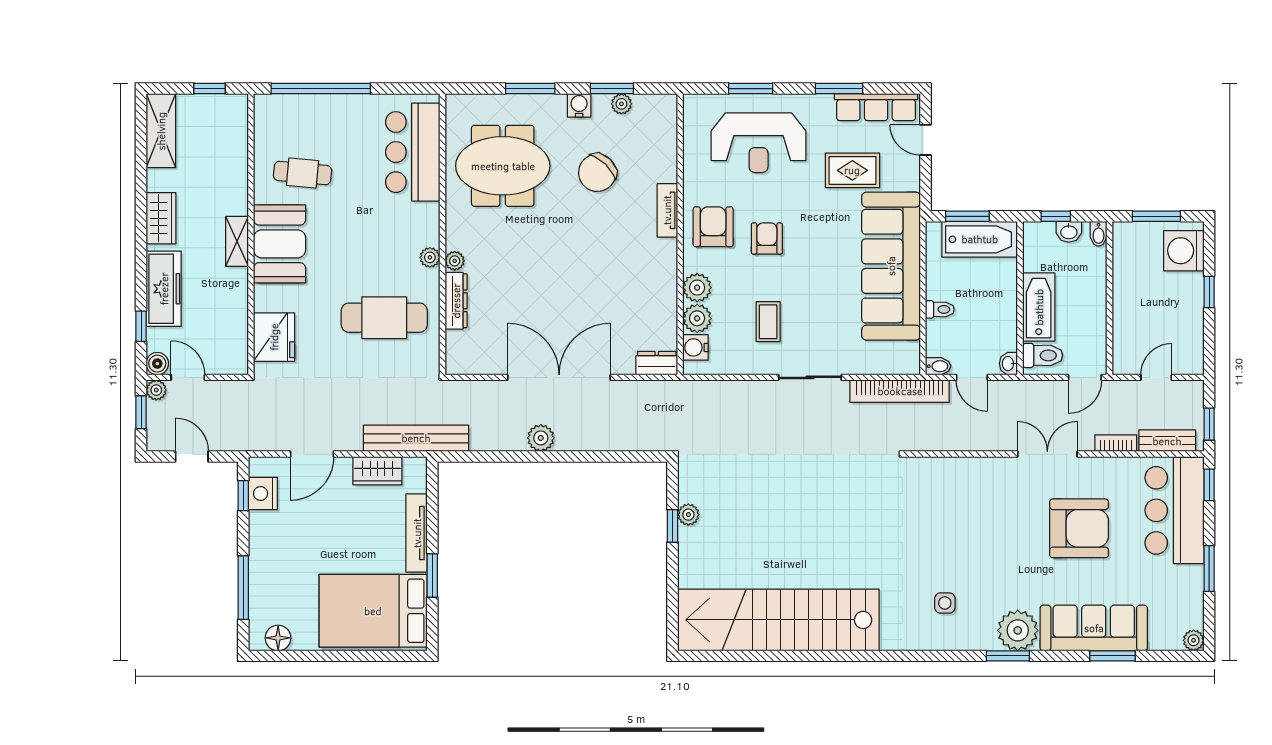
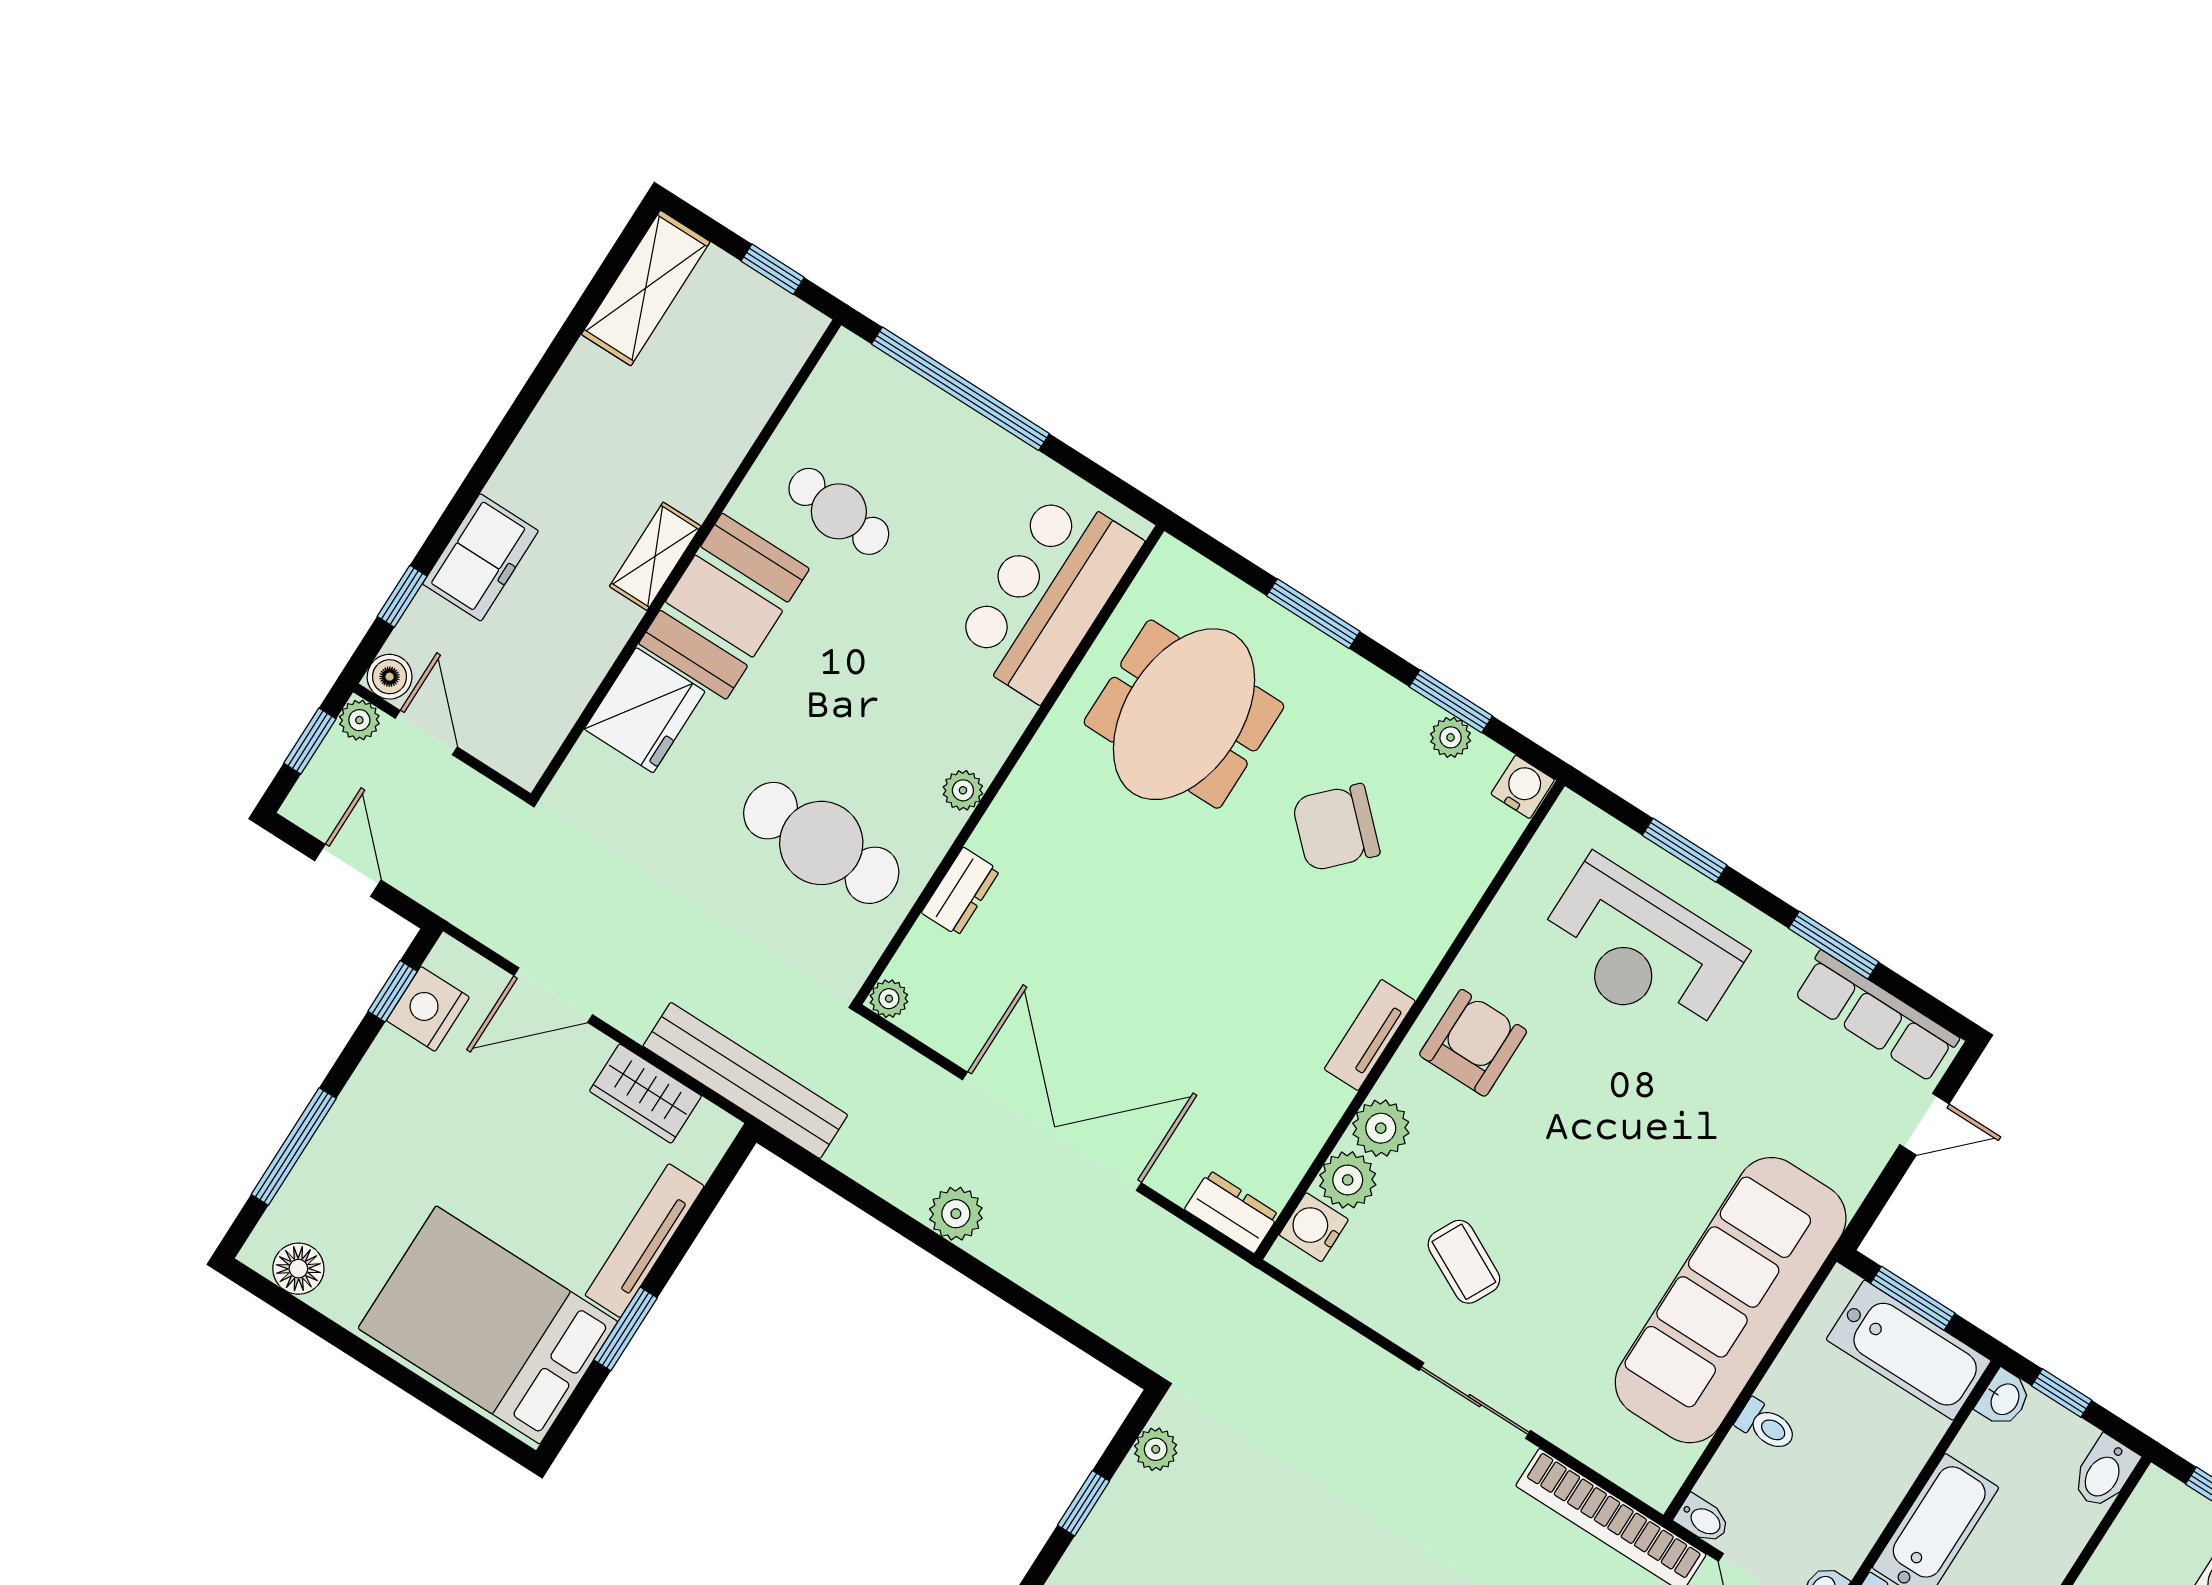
water cooler: (579, 105) -> (1523, 787), moved
door: (925, 140) -> (1924, 1124), swing flipped
meeting table: (503, 166) -> (1184, 714), turned 90
rug: (852, 170) -> (1768, 1097), removed
tv unit: (667, 210) -> (1370, 1035), moved
wardrobe: (161, 218) -> (552, 436), removed
washbasin: (1069, 232) -> (2004, 1399), moved, turned -90
bidet: (1098, 234) -> (2105, 1473), width x1.38, depth x1.36
armchair: (767, 238) -> (1551, 1120), removed
plant: (455, 261) -> (889, 999), moved
freezer: (164, 289) -> (481, 557), width x0.71
dresser: (456, 301) -> (961, 892), width x0.70
coffee table: (768, 322) -> (1464, 1262), turned -63
fridge: (274, 337) -> (645, 710), moved
plant: (688, 515) -> (1156, 1449), moved

